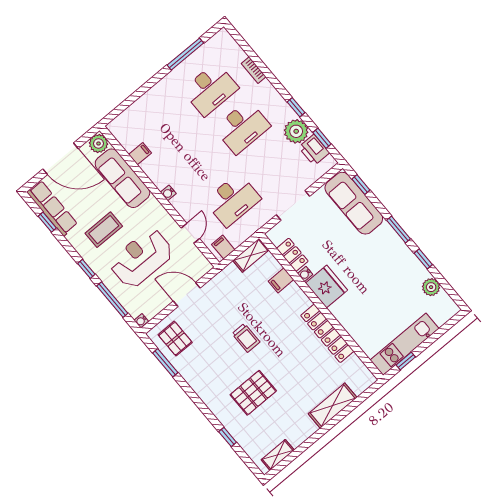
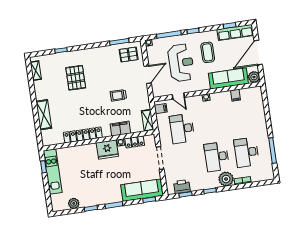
plant: (296, 131) -> (226, 179), moved
filing cabinet: (281, 280) -> (120, 129), width x2.00
trolley: (246, 338) -> (118, 95), moved

